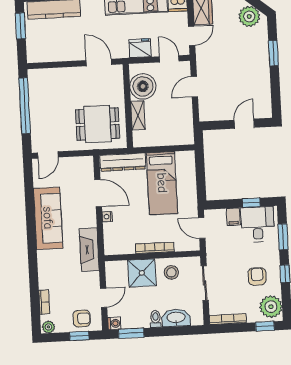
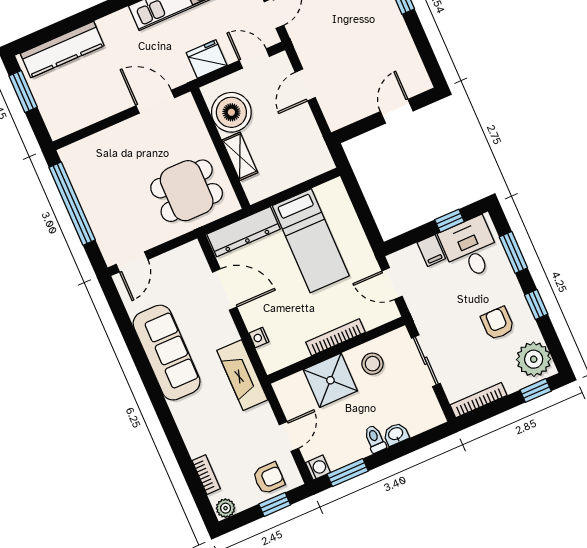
nightstand: (107, 217) -> (259, 338), moved
washbasin: (176, 318) -> (396, 434), width x0.52, depth x0.69

